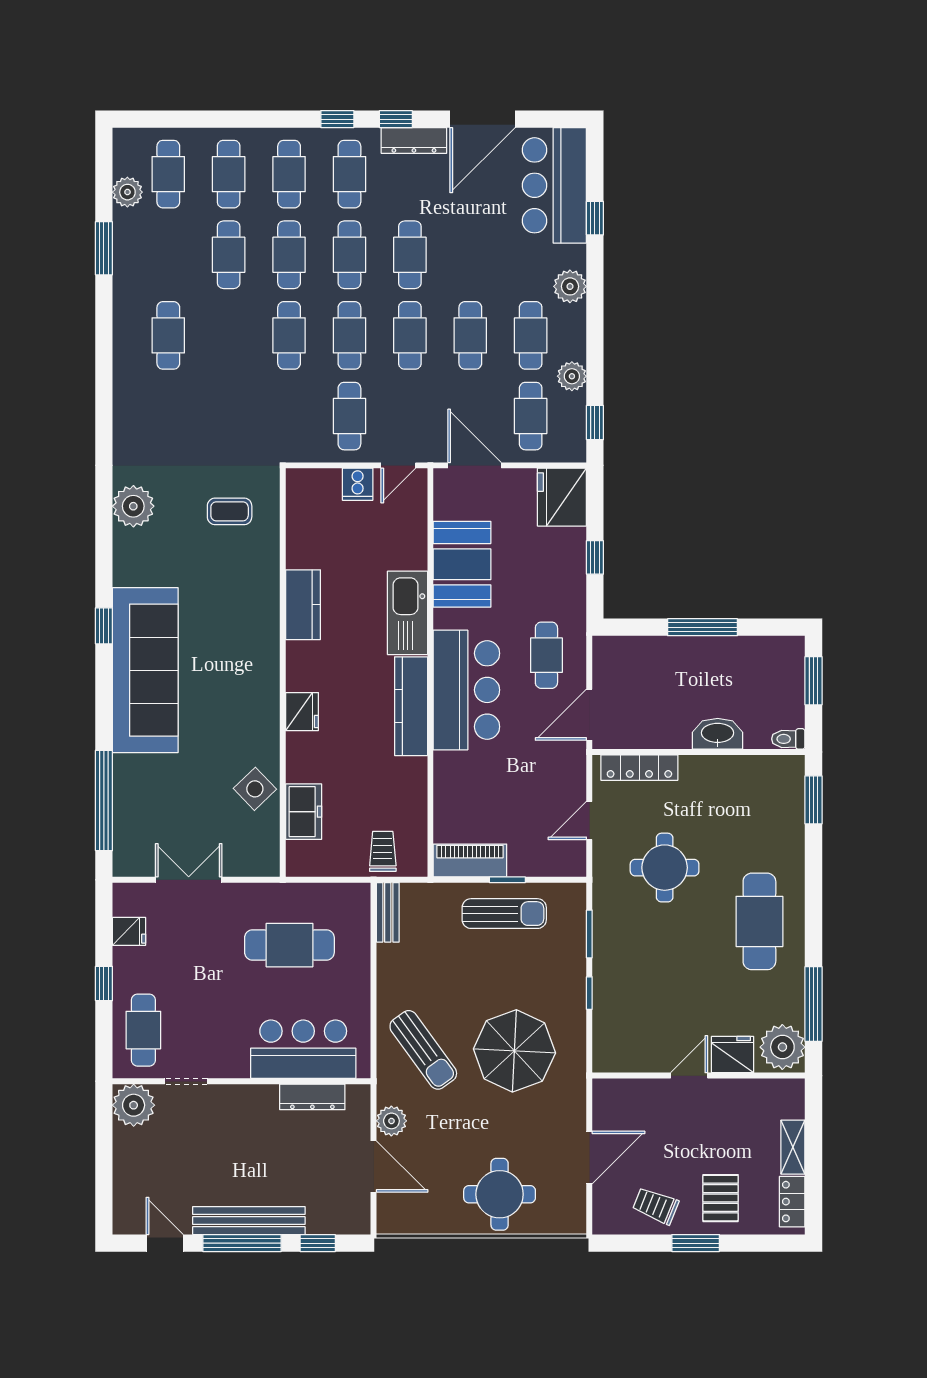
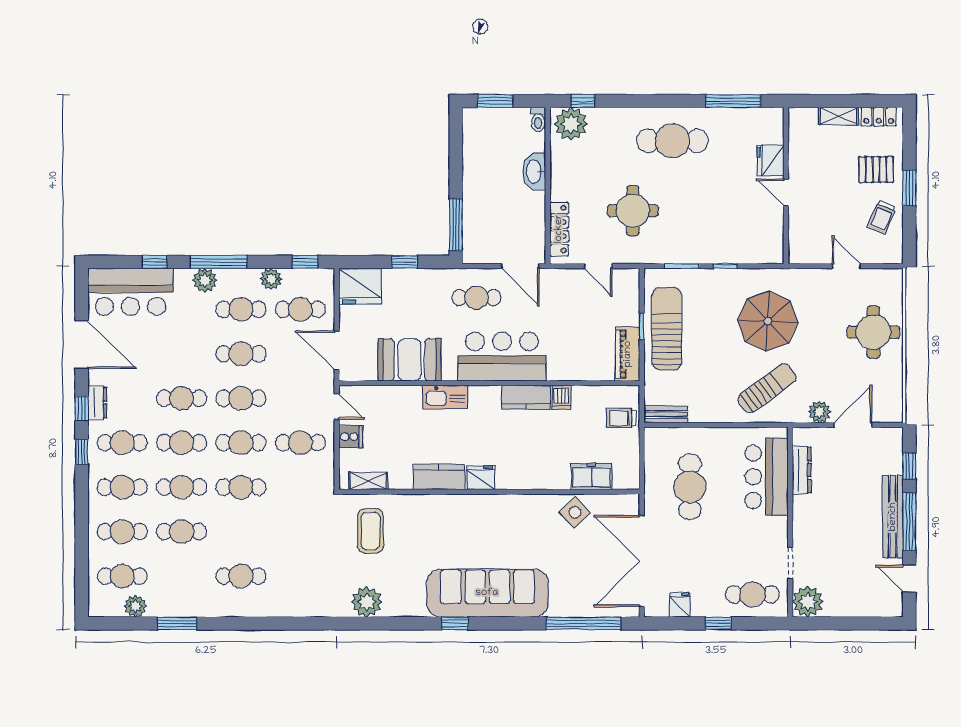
dresser: (414, 140) -> (97, 403), width x0.70
window: (595, 305) -> (219, 262), added
door: (475, 465) -> (337, 351), hinge flipped
shelving: (298, 508) -> (368, 481), added
coffee table: (230, 511) -> (371, 531), width x1.36, depth x1.30
kitchen sink: (408, 613) -> (445, 397), width x0.73, depth x0.81
window: (703, 627) -> (456, 225), moved
kitchen counter: (411, 706) -> (526, 397), width x0.67
fridge: (302, 712) -> (481, 478), moved
dishwasher: (411, 771) -> (561, 397), added
window: (814, 800) -> (583, 101), width x0.67
double door: (189, 880) -> (642, 561), width x1.87
sun lounger: (504, 914) -> (667, 329), width x1.36, depth x1.34
plant: (782, 1047) -> (571, 124), moved
door: (589, 1157) -> (846, 266), width x0.73
door: (165, 1243) -> (909, 579), hinge flipped

